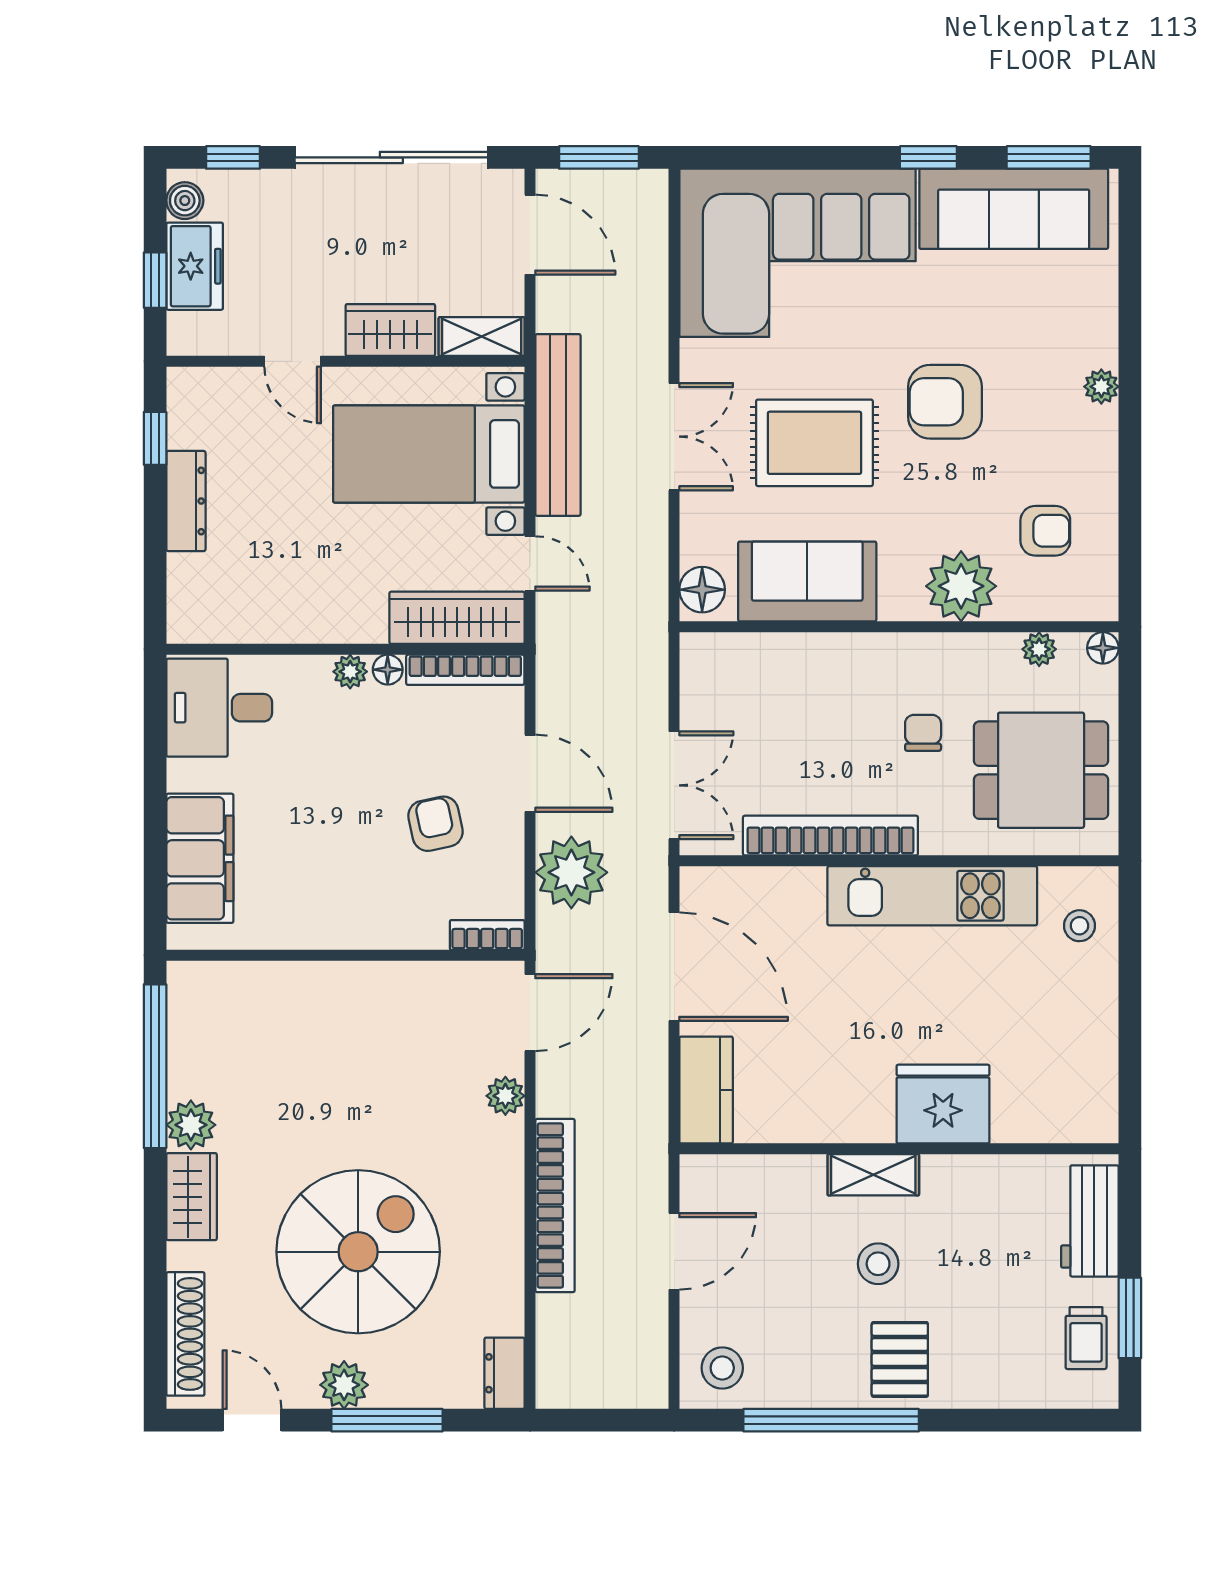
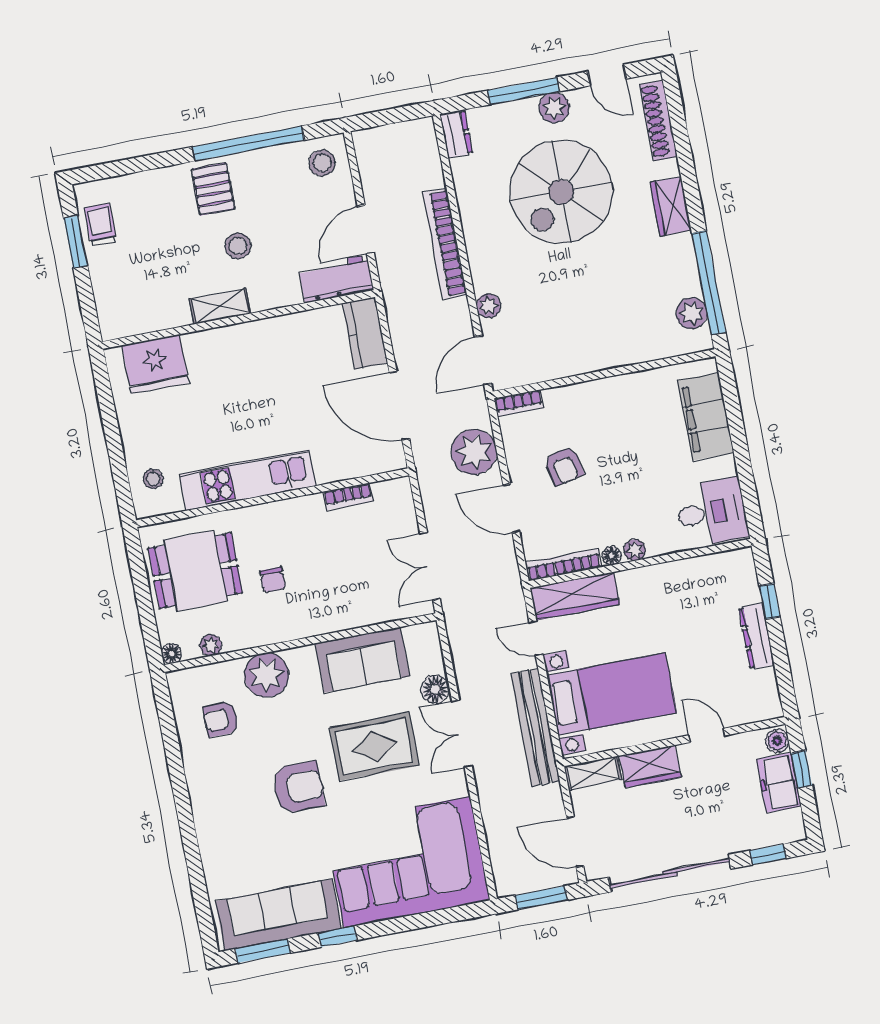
boiler: (185, 201) -> (777, 741), moved
plant: (1101, 387) -> (203, 815), removed
window: (155, 438) -> (770, 601), moved
floor lamp: (702, 590) -> (435, 689), moved
double door: (674, 785) -> (430, 566), moved
bookcase: (830, 836) -> (348, 496), width x0.43, depth x0.76
fridge: (943, 1104) -> (155, 364), moved
plant: (191, 1125) -> (692, 313), moved
shelving: (873, 1175) -> (220, 306), moved
workbench: (1090, 1221) -> (336, 279), moved, turned -90

